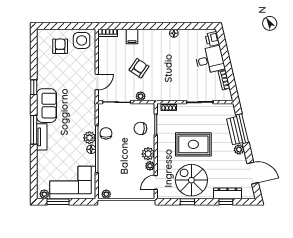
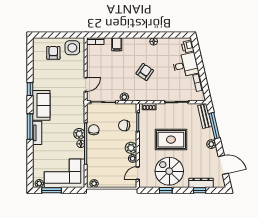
armchair: (139, 68) -> (145, 72), moved
bench: (235, 131) -> (205, 116), moved

